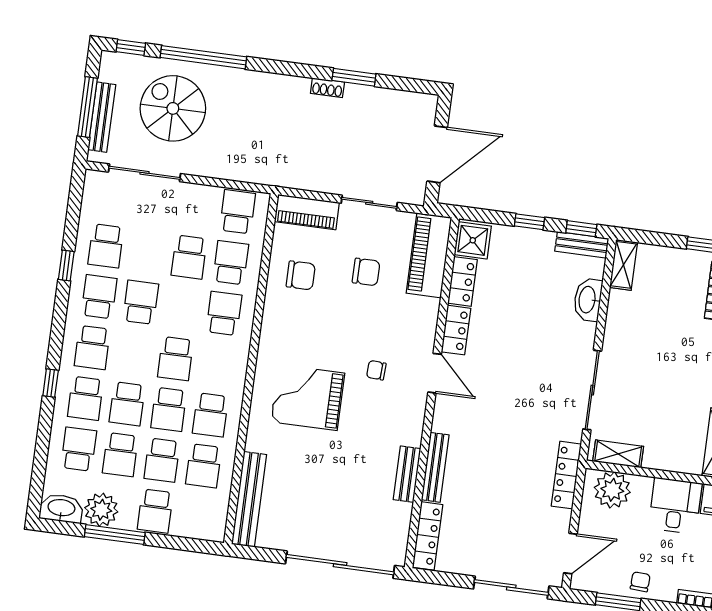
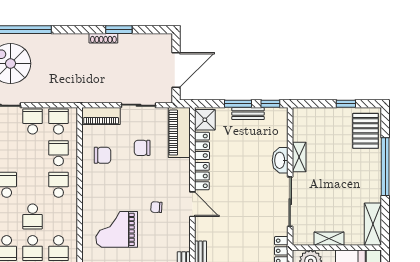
shoe rack: (327, 88) -> (103, 38), width x1.43
window: (529, 222) -> (238, 104), width x1.50
bench: (582, 245) -> (248, 114), moved
school desk: (189, 257) -> (33, 122), moved, turned 180
shelving: (624, 265) -> (299, 157), moved
chair: (366, 272) -> (142, 148), turned 180
washbasin: (588, 300) -> (280, 160), moved
shelving: (618, 454) -> (329, 239), moved

